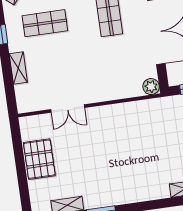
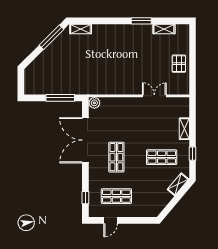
pallet: (39, 159) -> (179, 64), width x0.67, depth x0.71

